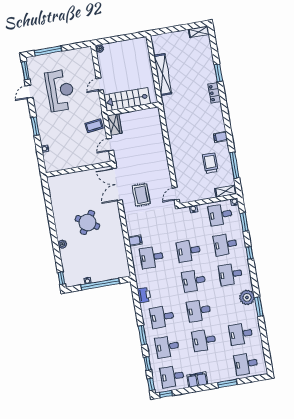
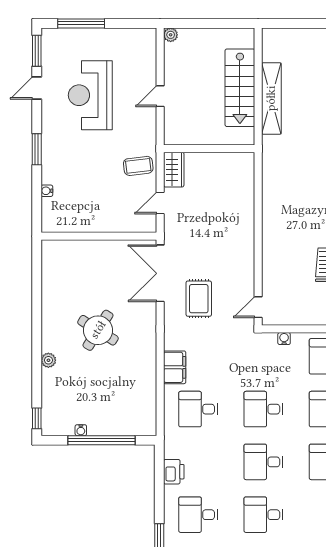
reception desk: (60, 90) -> (90, 95), turned 180
stairs: (127, 99) -> (240, 88), moved, turned -90
filing cabinet: (135, 241) -> (175, 367), width x2.00

